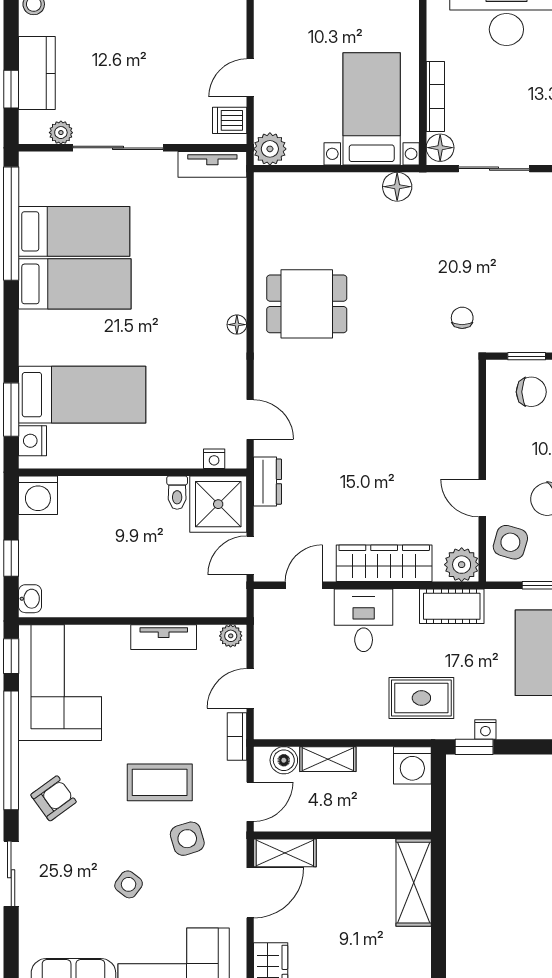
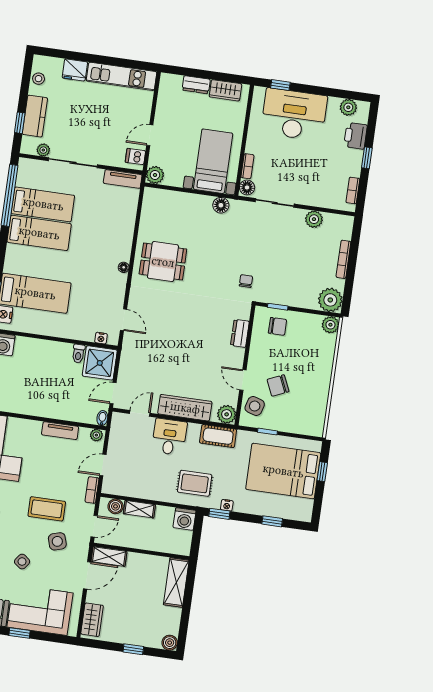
bookcase: (435, 96) -> (247, 166), width x0.64
dresser: (268, 482) -> (240, 333), moved, turned 180
bidet: (237, 603) -> (102, 418), added

